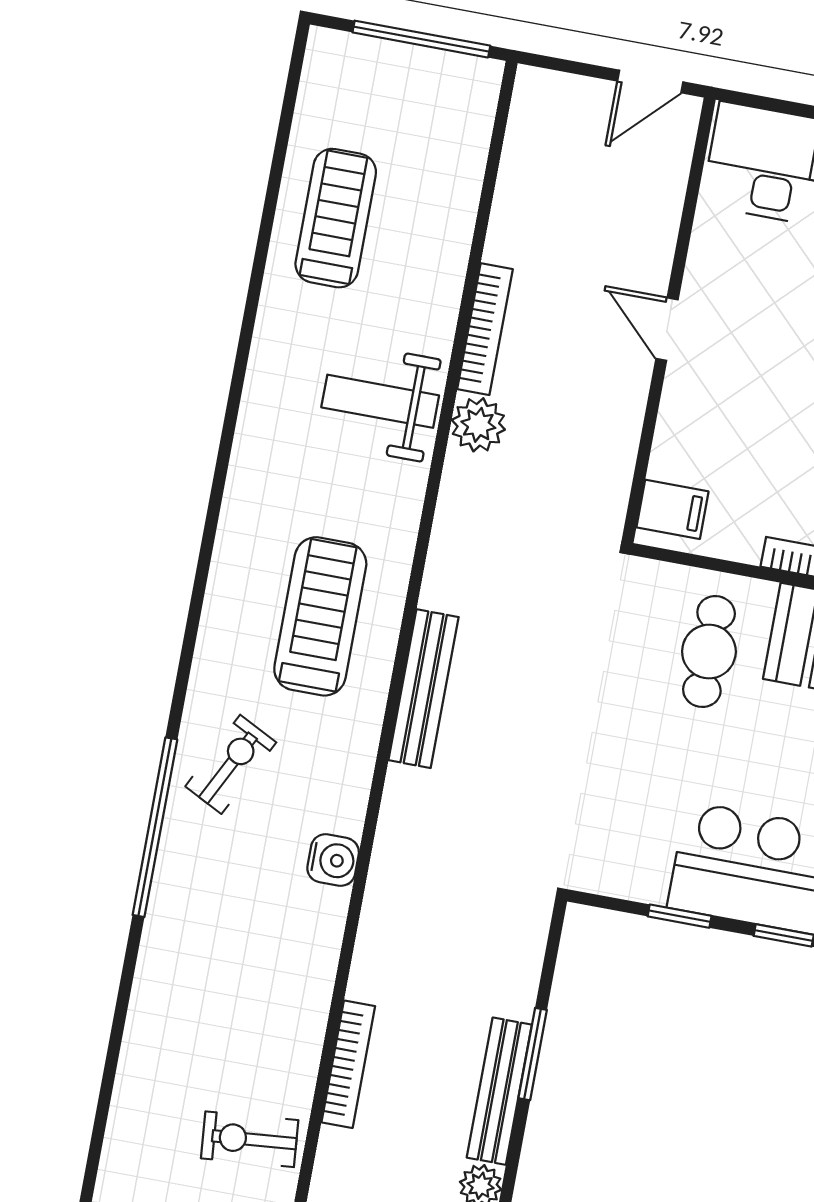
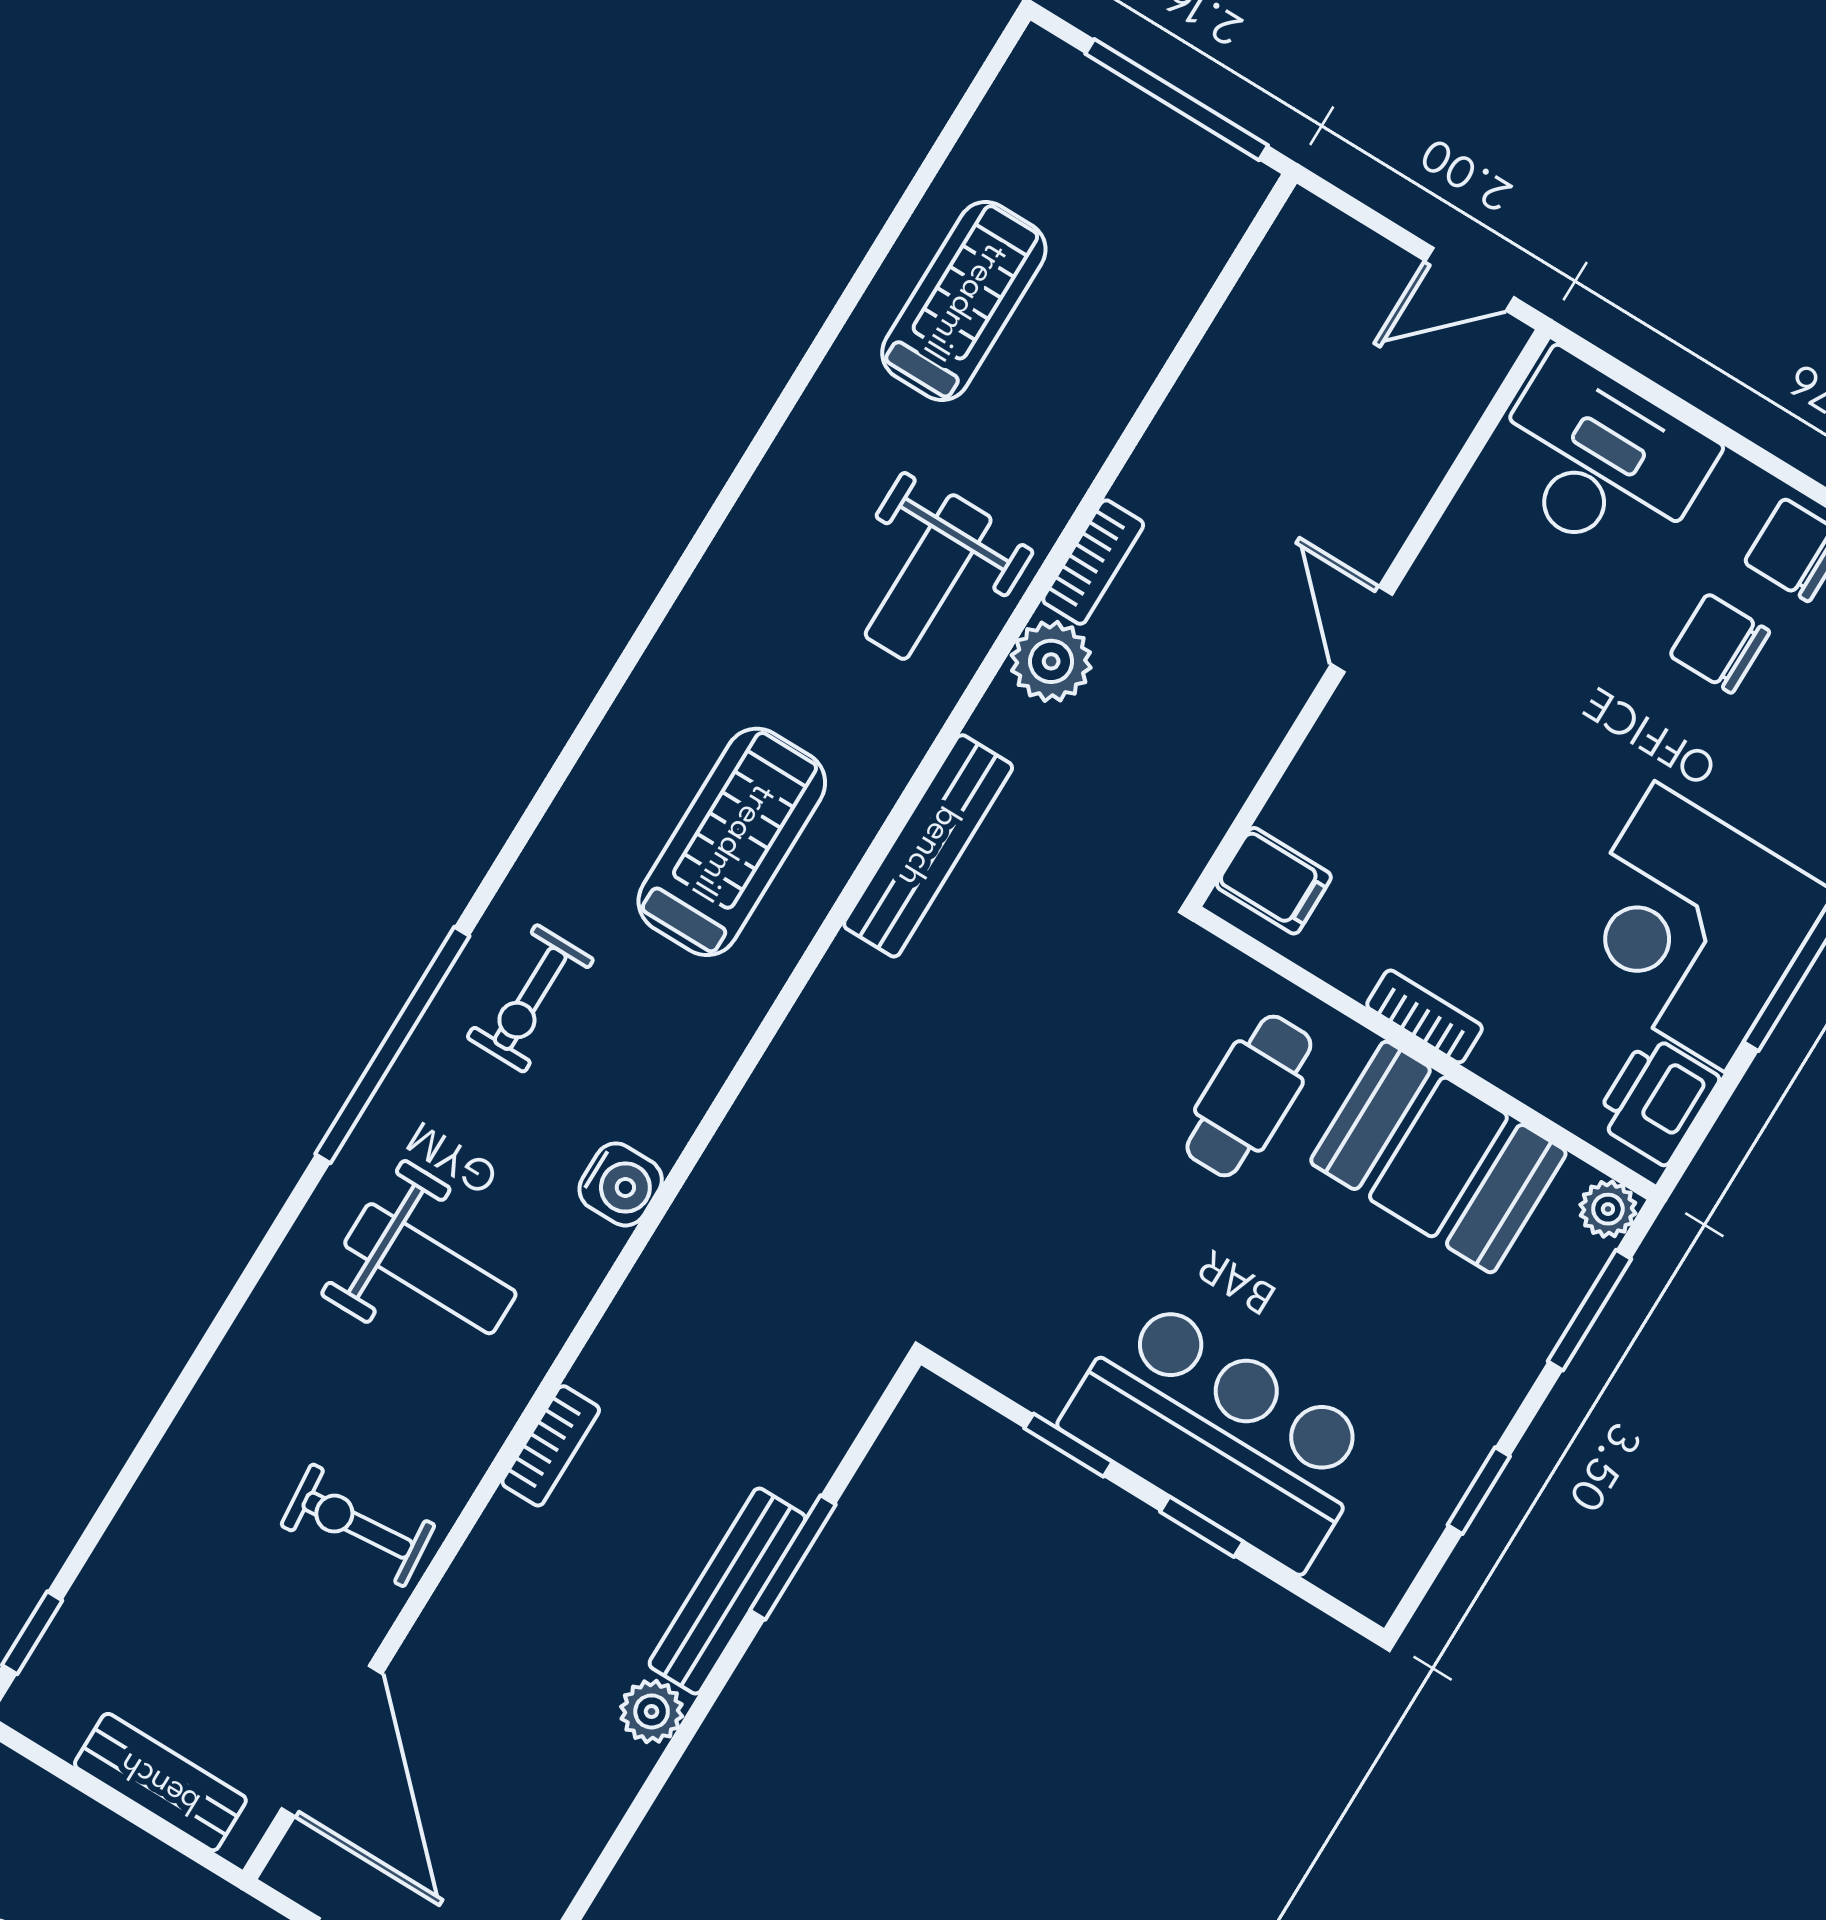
bookcase: (485, 329) -> (1093, 562), width x0.64
weight bench: (380, 401) -> (928, 577), turned -90
bench: (424, 689) -> (928, 846), moved
exercise bike: (231, 764) -> (530, 998), turned 153
weight bench: (233, 959) -> (430, 1269), added
bookcase: (348, 1064) -> (551, 1446), width x0.64

